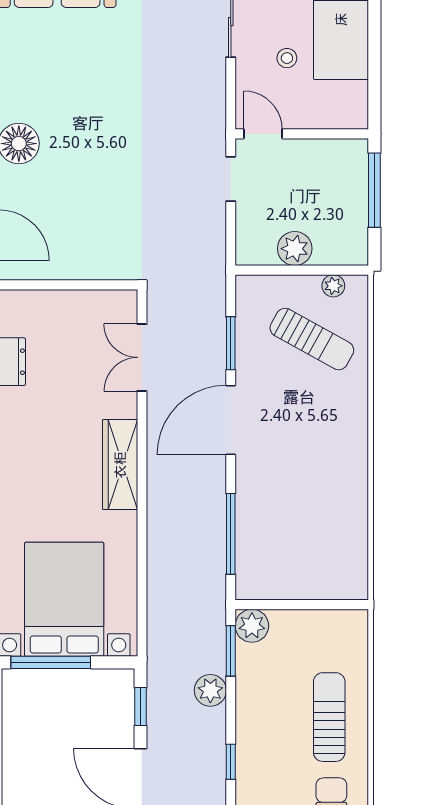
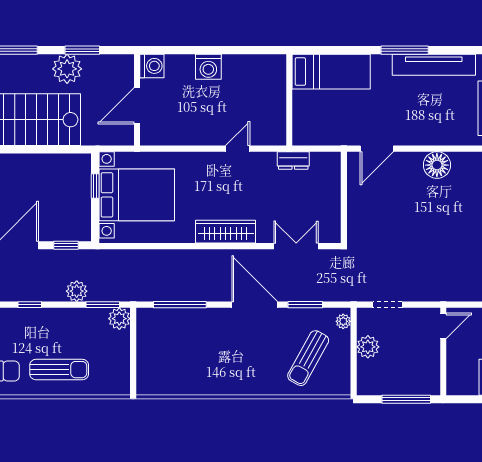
doorway: (231, 179) -> (387, 305), moved
plant: (333, 286) -> (343, 321), moved
window: (51, 662) -> (95, 186), width x0.46

